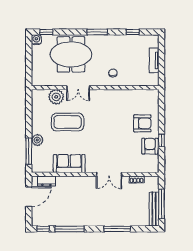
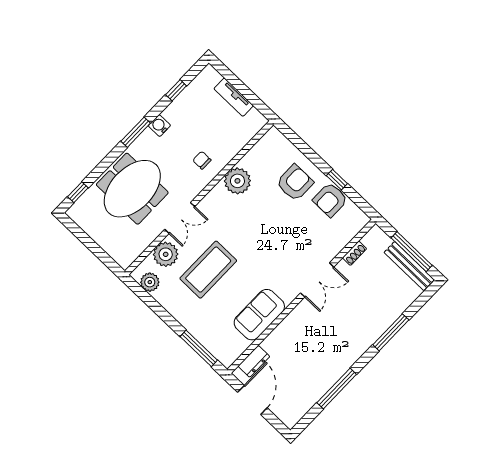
water cooler: (36, 40) -> (159, 126), moved
plant: (119, 97) -> (237, 181), added
plant: (37, 140) -> (150, 282), moved
armchair: (150, 146) -> (330, 200), turned -90
window: (43, 229) -> (307, 420), removed

